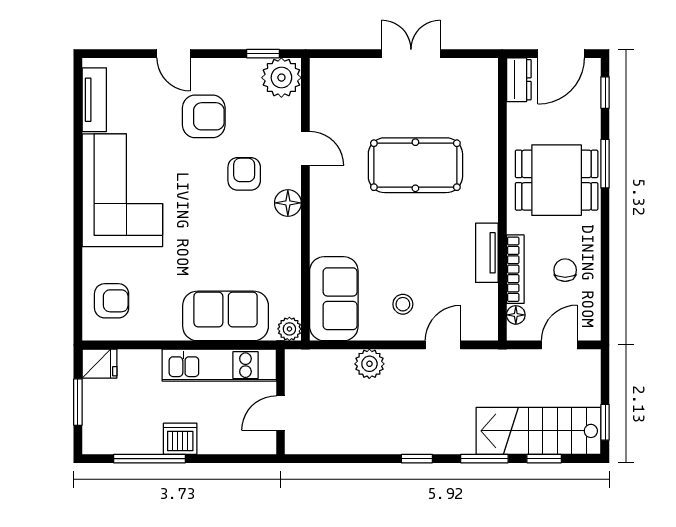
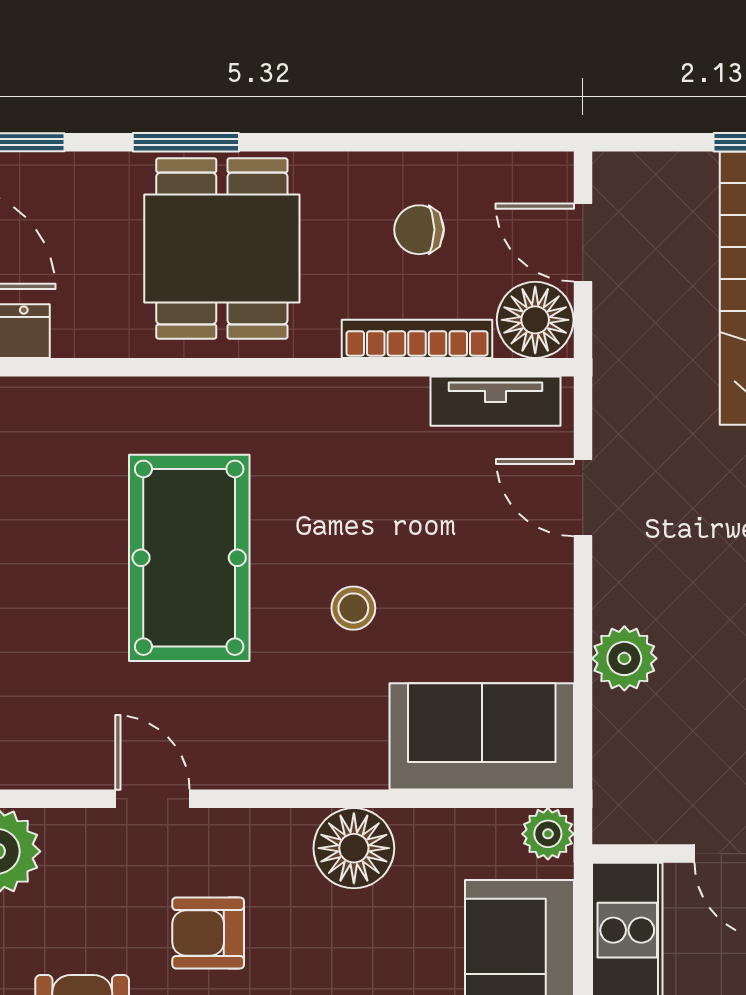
door: (305, 148) -> (152, 799), hinge flipped
floor lamp: (288, 203) -> (354, 848), moved, width x1.38, depth x1.38
tv unit: (487, 253) -> (495, 401), moved
stool: (403, 304) -> (353, 608), moved
floor lamp: (516, 315) -> (535, 320), width x1.89, depth x1.89

